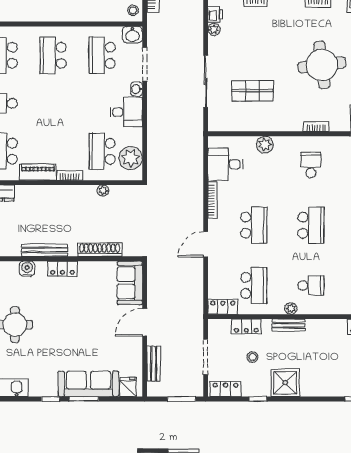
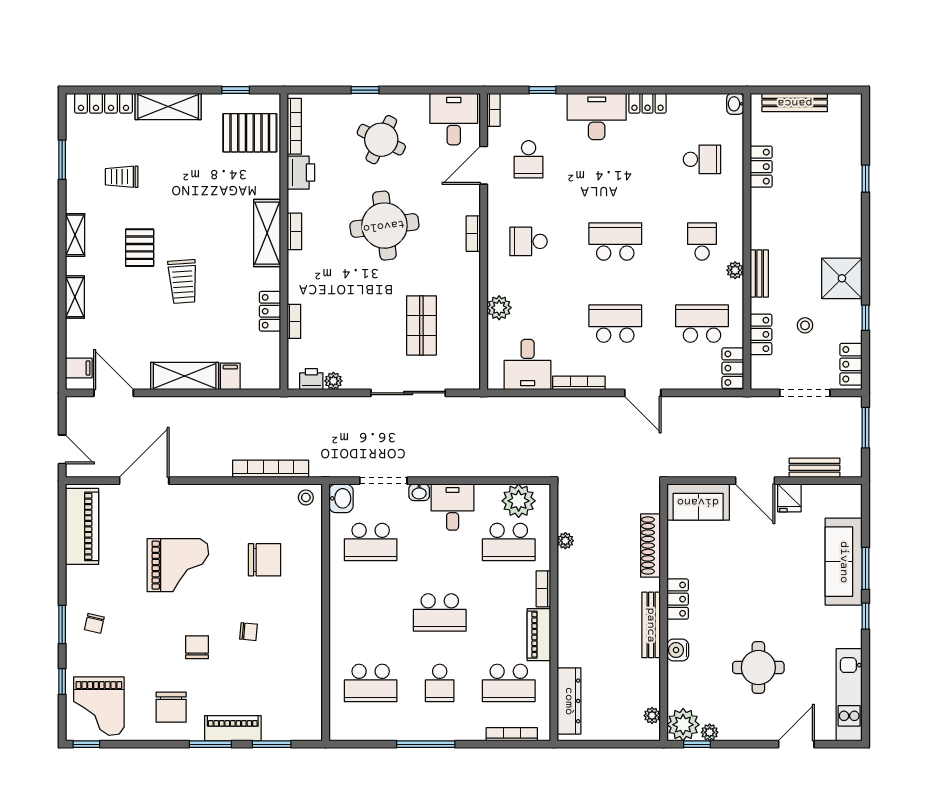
school desk: (53, 55) -> (440, 612), moved
fridge: (128, 387) -> (789, 498), moved, turned -90

